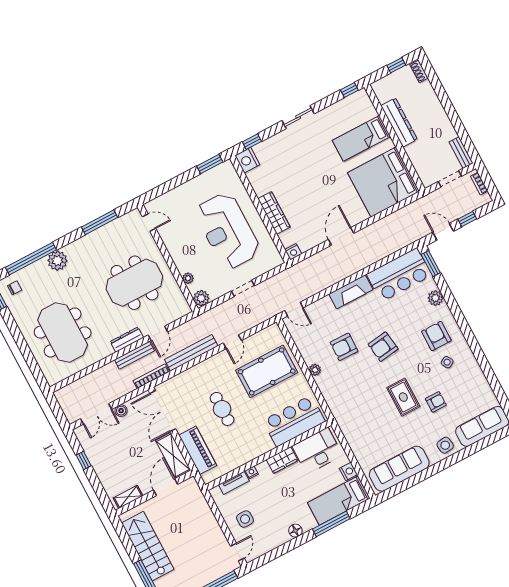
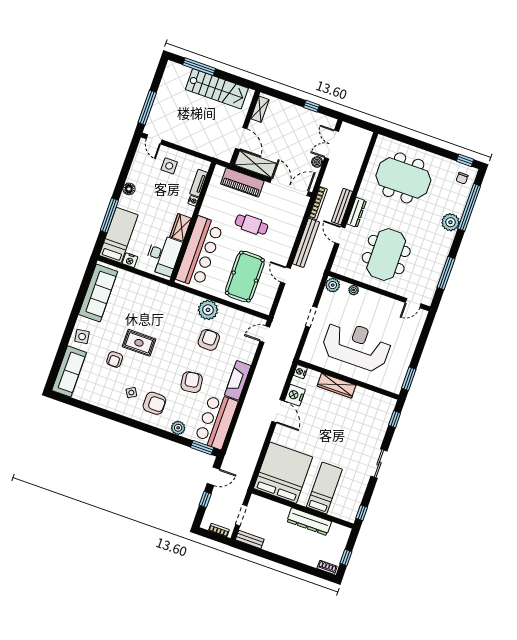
nightstand: (247, 160) -> (295, 395), moved, turned -90
armchair: (383, 347) -> (192, 382), moved
plant: (315, 370) -> (208, 310), width x1.87, depth x1.87
bar counter: (294, 421) -> (200, 252), width x1.36

